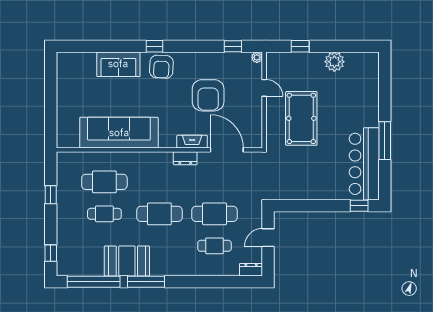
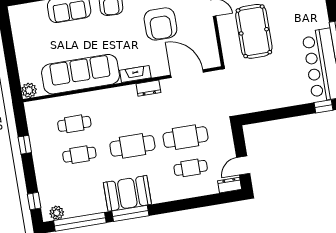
plant: (64, 140) -> (29, 90), added
fireplace: (192, 142) -> (135, 74), moved
cafe table: (104, 182) -> (74, 124), width x0.73, depth x0.74
door: (268, 238) -> (243, 165), moved
booth: (127, 261) -> (127, 193), moved
plant: (72, 269) -> (57, 213), added

